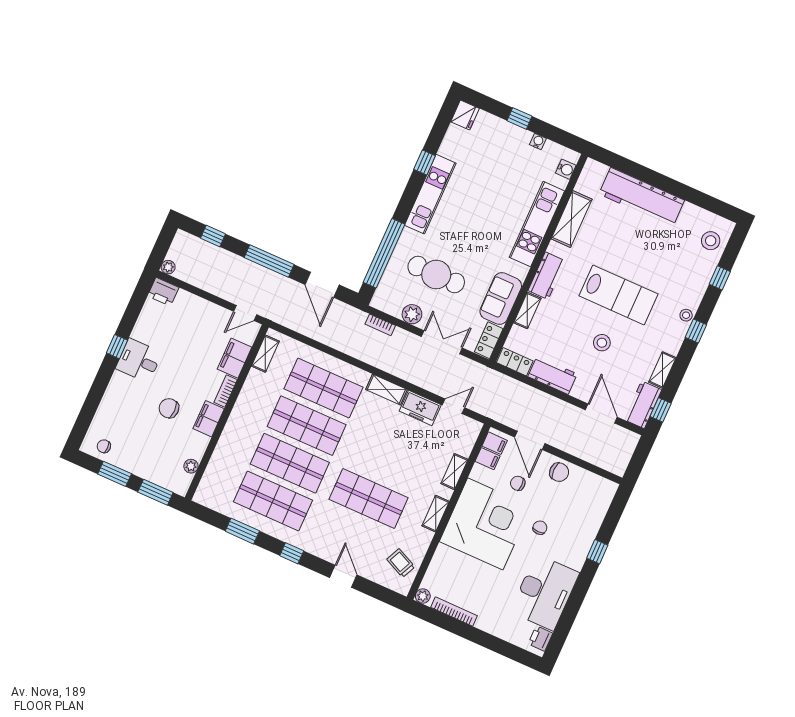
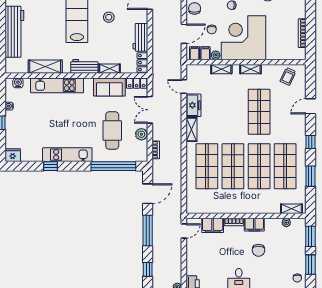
door: (245, 313) -> (184, 231), hinge flipped
shelving: (265, 354) -> (291, 209), moved
plant: (423, 596) -> (216, 55), moved

